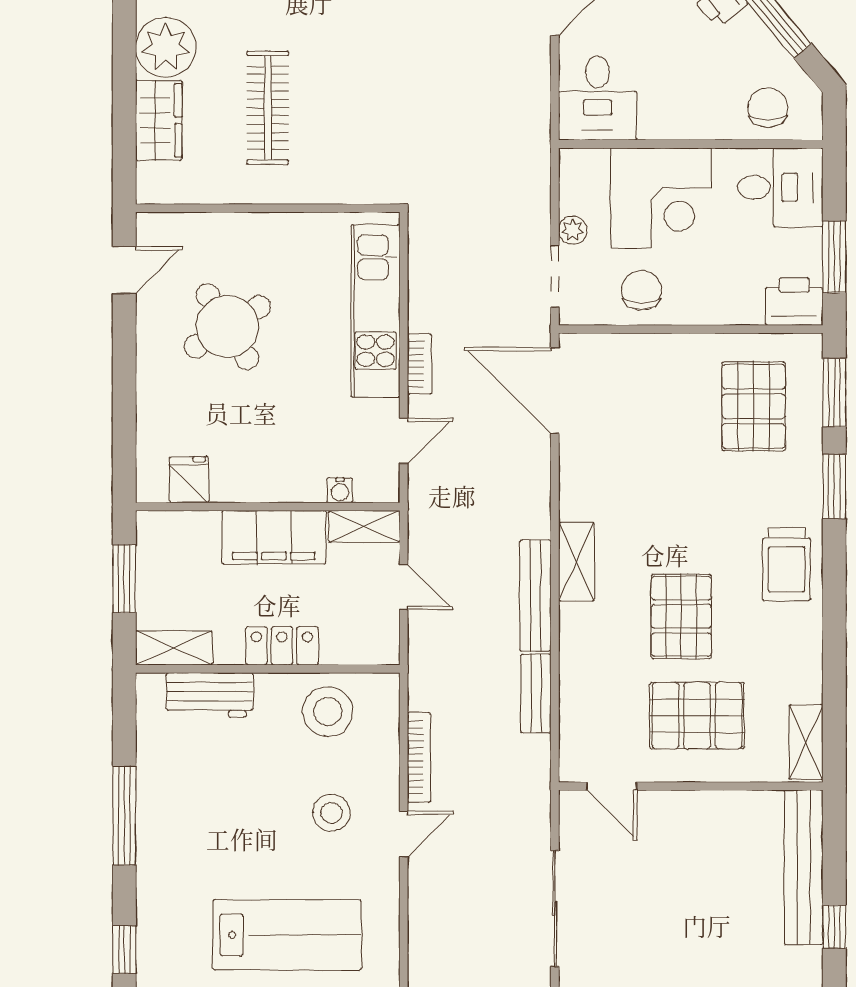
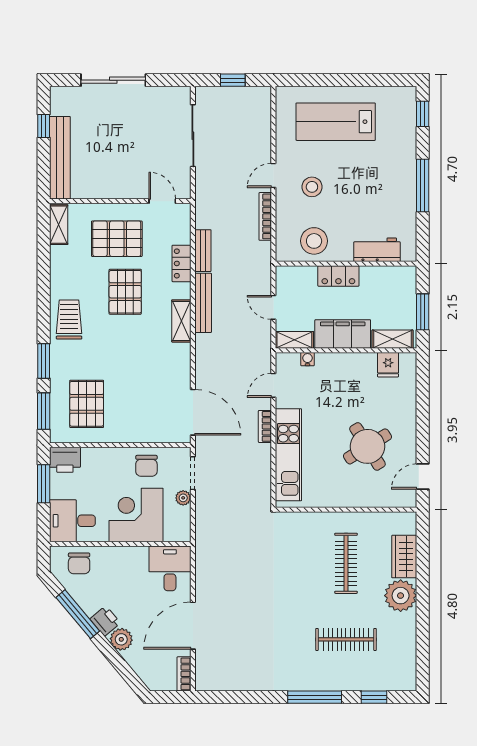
shelving: (174, 648) -> (393, 339), moved
locker: (576, 669) -> (181, 263), added

